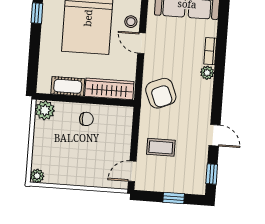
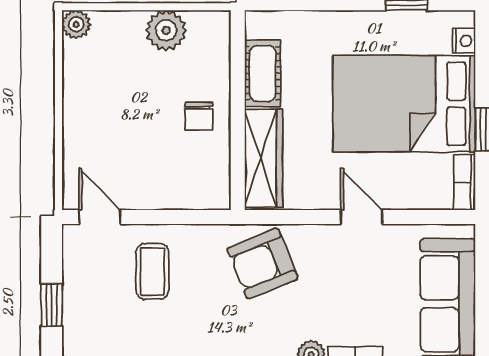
stool: (131, 22) -> (403, 192), removed
door: (142, 43) -> (362, 217), hinge flipped
plant: (45, 110) -> (166, 30), moved

